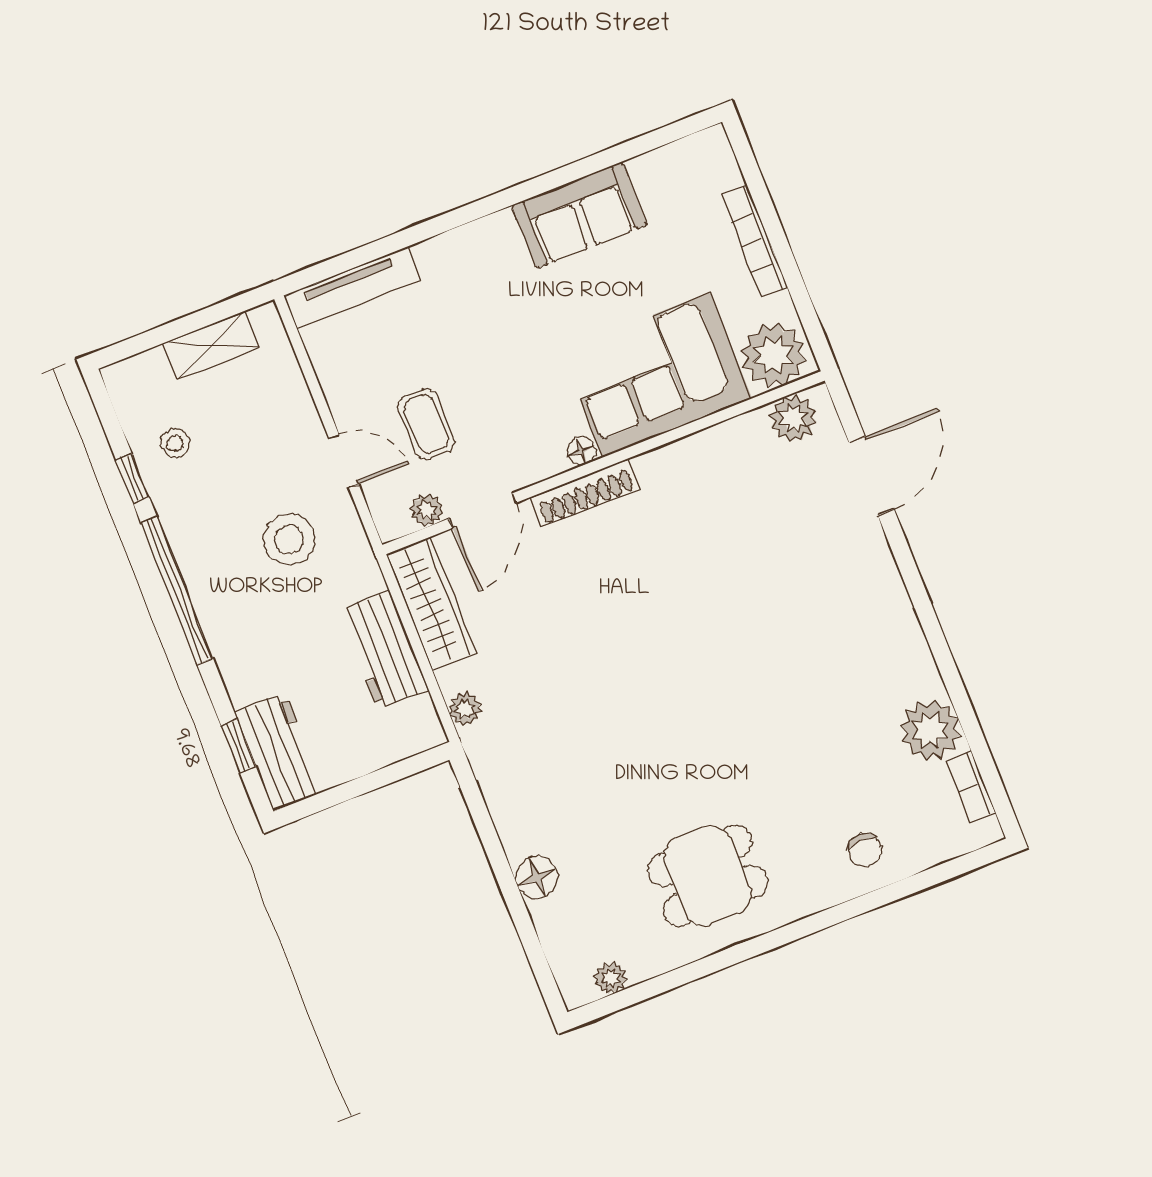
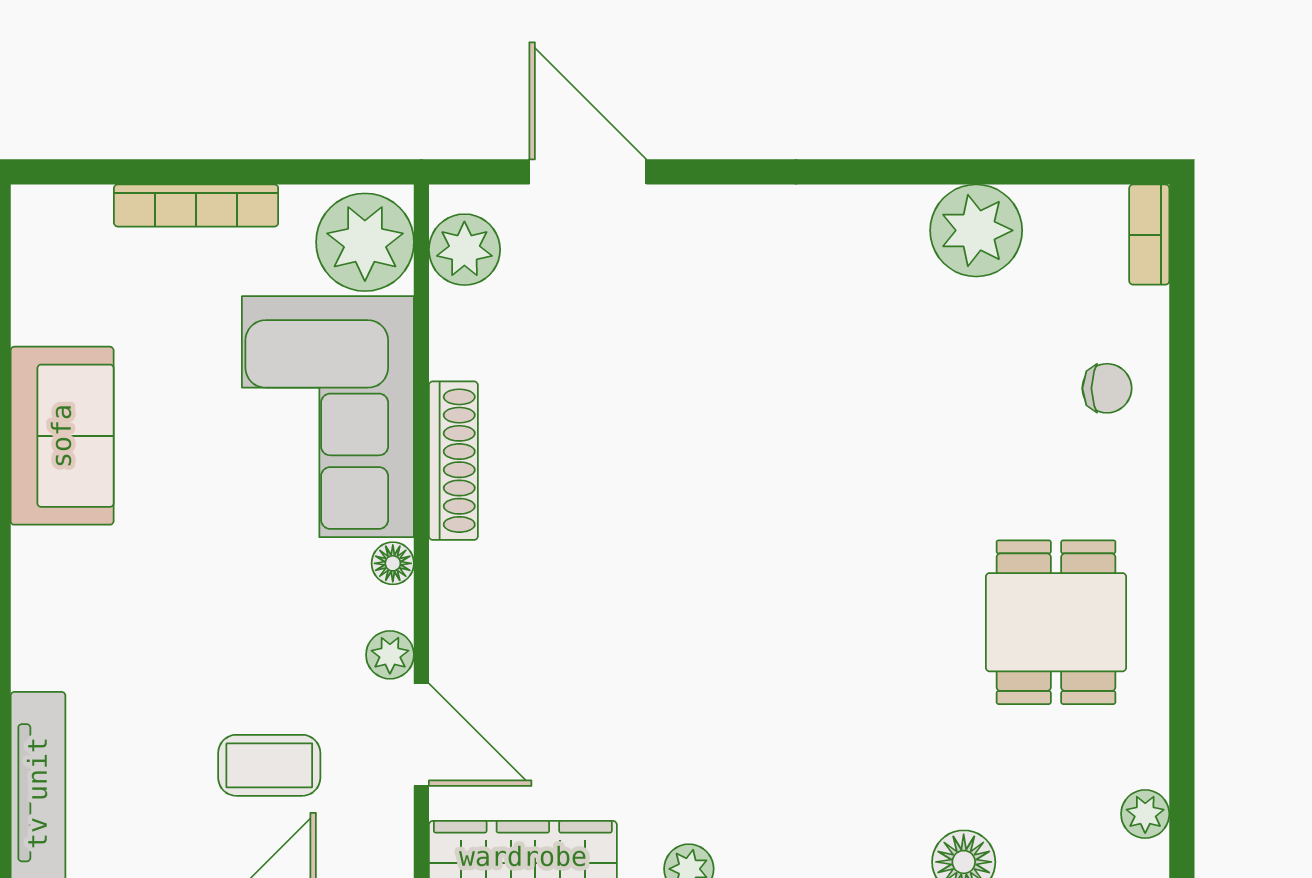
shoe rack: (585, 493) -> (453, 461), moved
plant: (427, 510) -> (390, 655), moved
bookcase: (971, 787) -> (1149, 235), moved, turned 90

